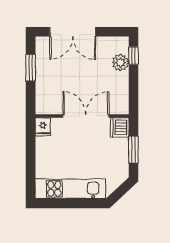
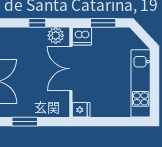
window: (134, 56) -> (37, 23), moved
plant: (120, 63) -> (56, 35), moved

